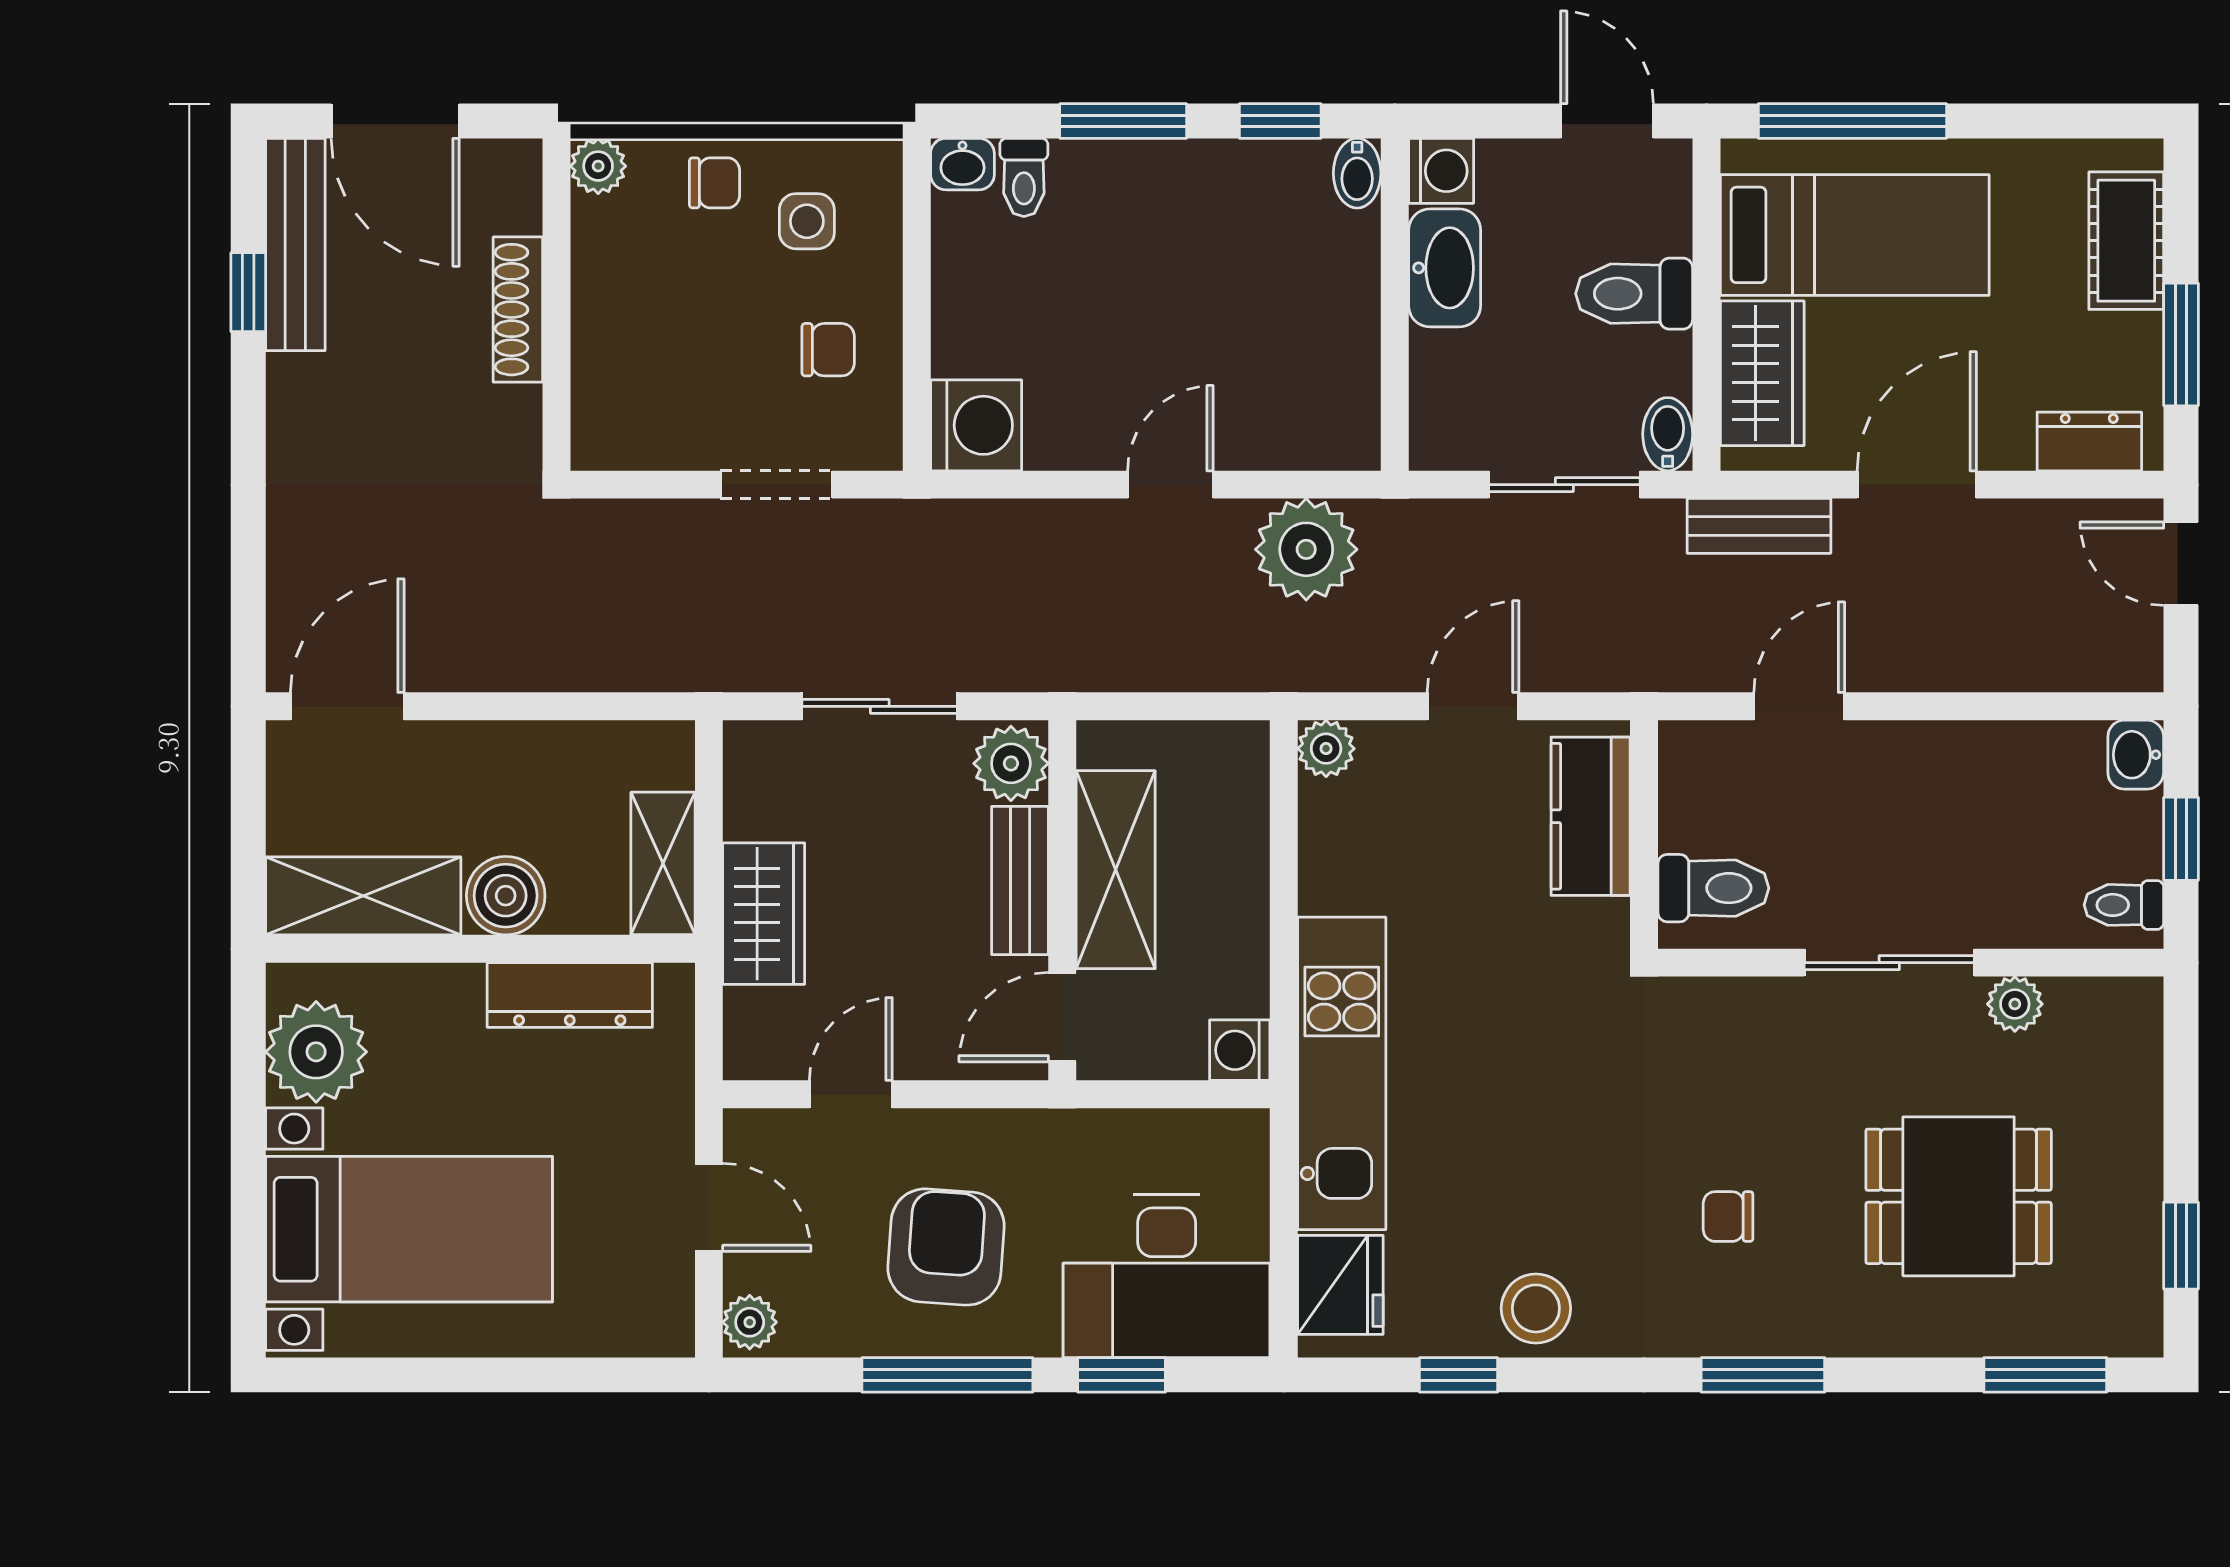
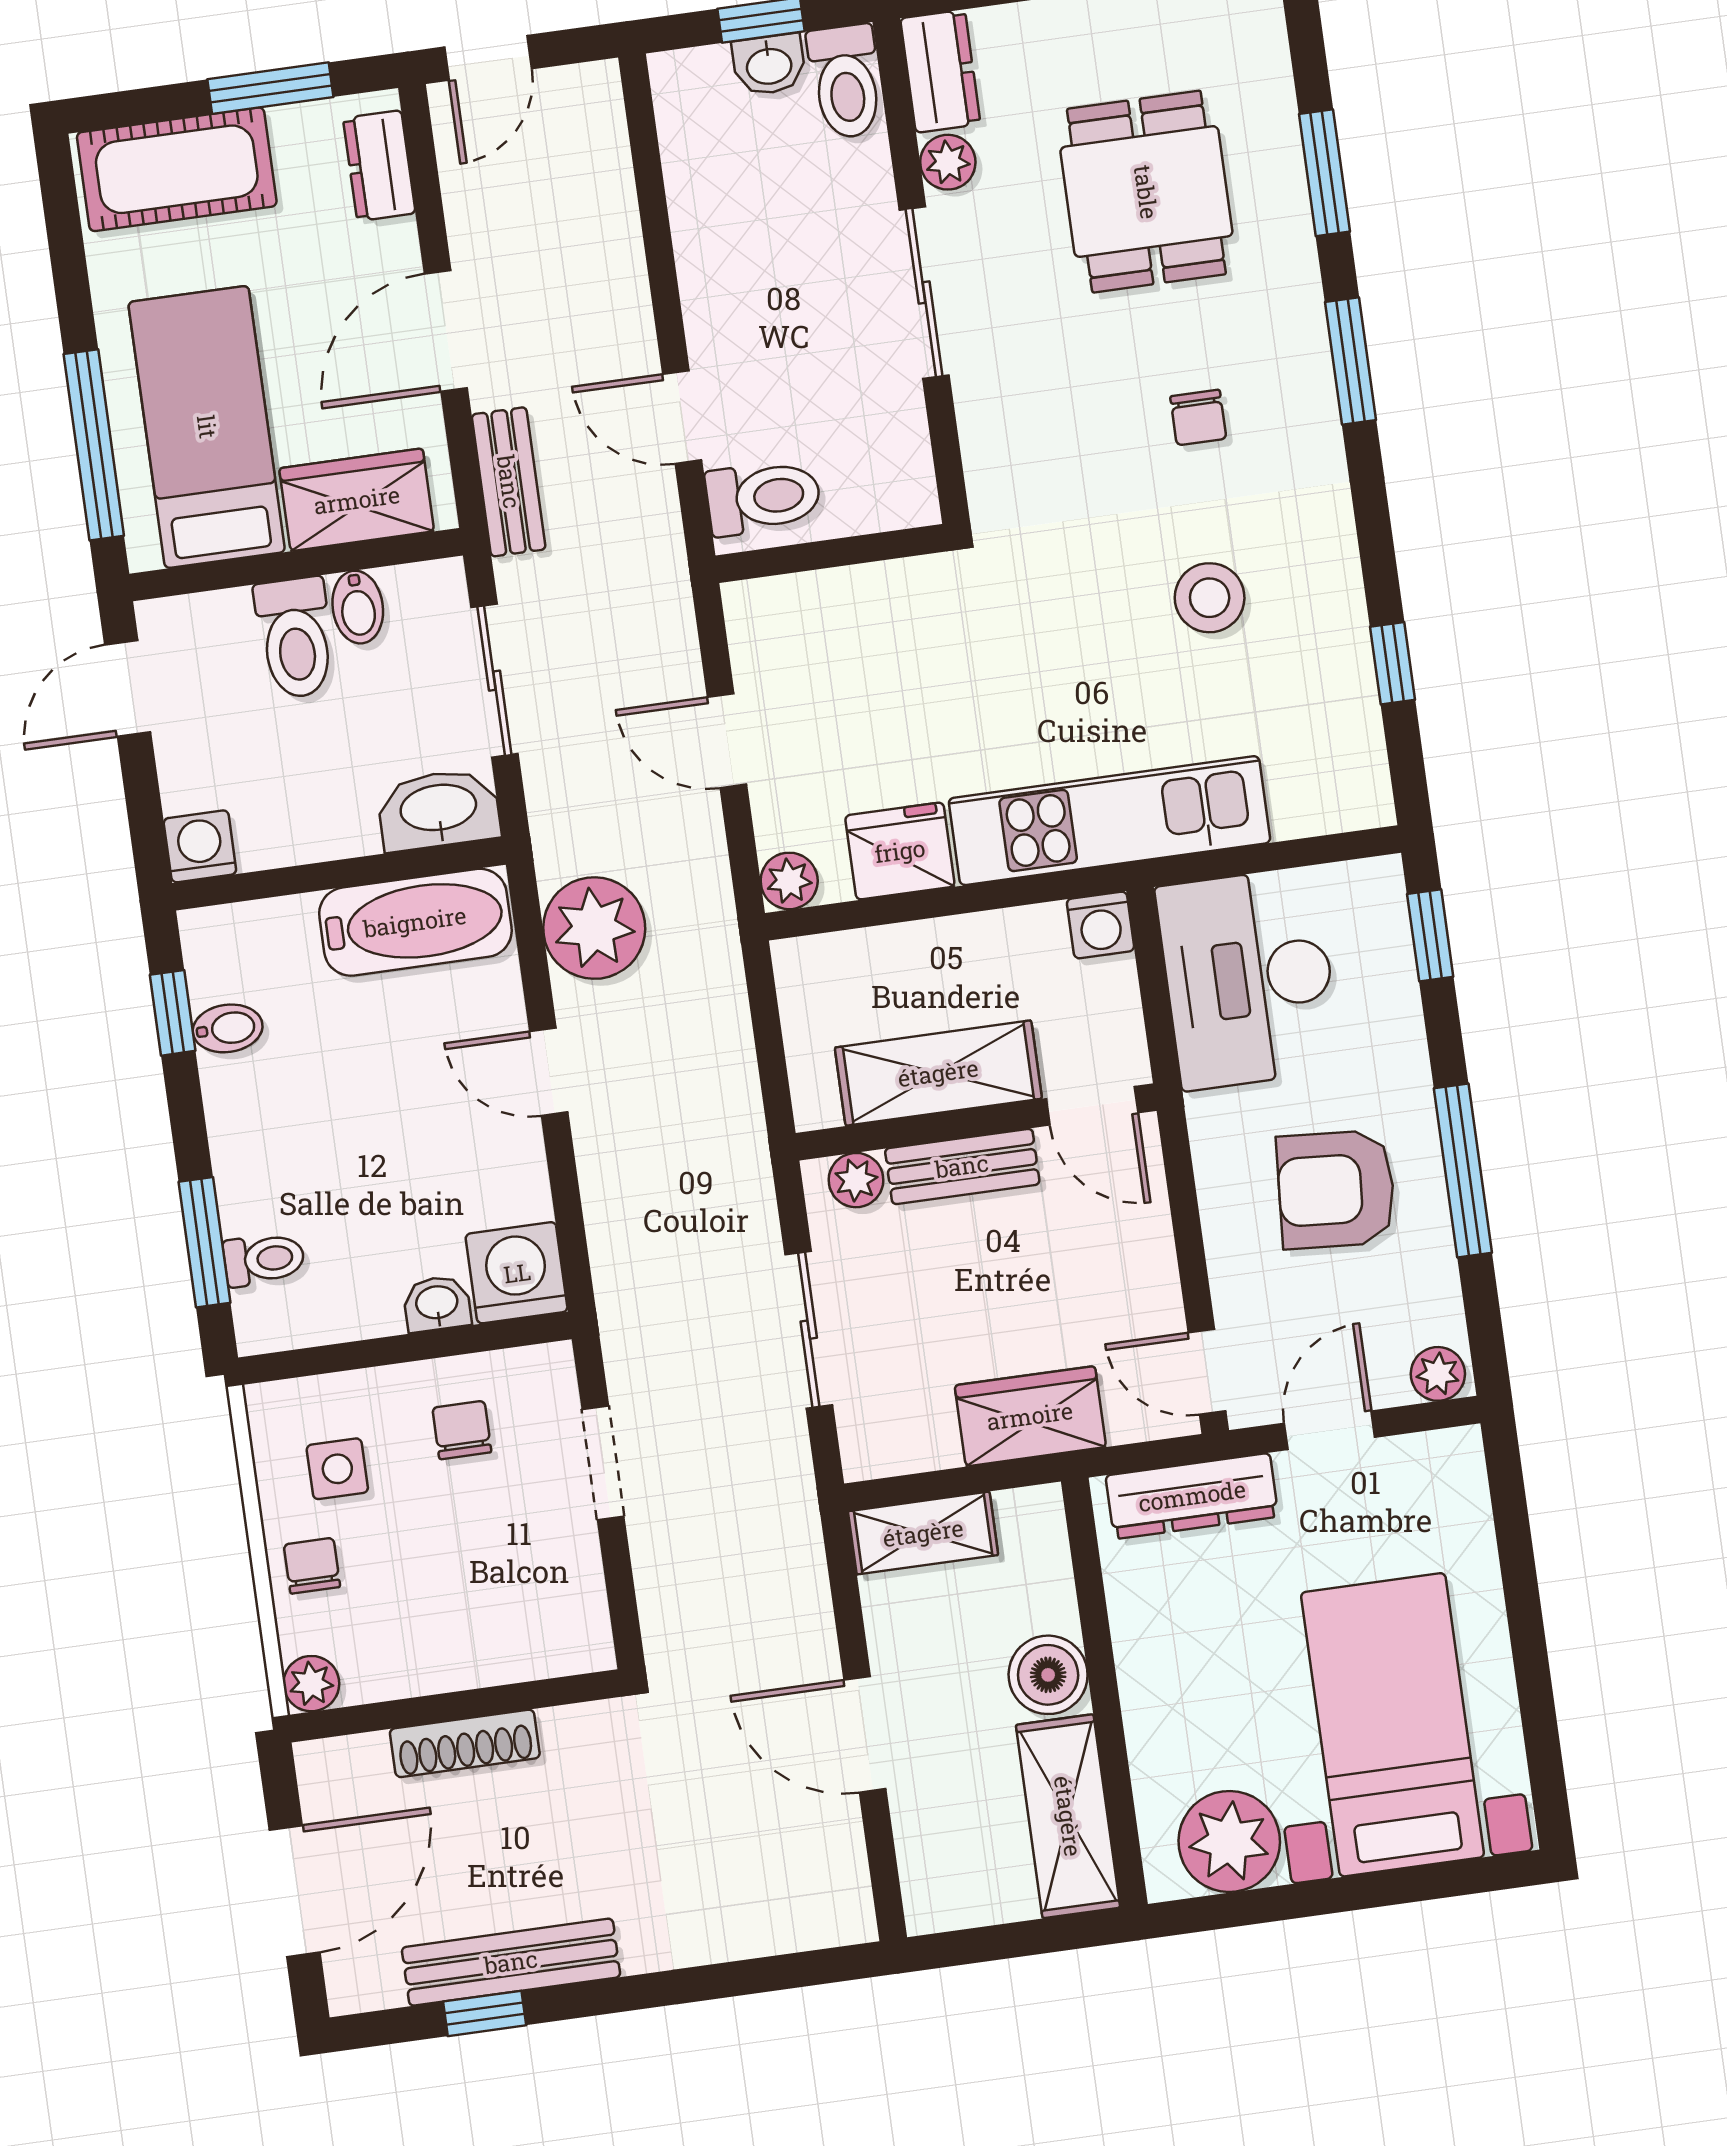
window: (1123, 121) -> (204, 1242), moved
washbasin: (962, 164) -> (437, 1304), moved, turned -90
bidet: (1357, 173) -> (228, 1028), moved
cot: (2126, 241) -> (177, 169), width x1.37, depth x1.34
bench: (295, 245) -> (511, 1962), moved
washbasin: (1445, 268) -> (439, 810), moved
bathtub: (1336, 373) -> (415, 922), added
bidet: (1668, 434) -> (358, 607), moved, turned -90
door: (1917, 485) -> (446, 331), hinge flipped
door: (347, 706) -> (865, 1734), moved
washbasin: (2136, 755) -> (769, 65), moved
plant: (1011, 763) -> (856, 1180), width x0.73, depth x0.73
kitchen counter: (1591, 816) -> (820, 609), removed
shelving: (663, 863) -> (923, 1533), moved
toilet: (1713, 888) -> (763, 497), moved, turned 90
toilet: (2124, 905) -> (846, 82), width x1.37, depth x1.39
dresser: (570, 995) -> (1192, 1496), moved, turned 90
dresser: (2106, 1009) -> (940, 71), added
door: (851, 1094) -> (1207, 1372), moved
desk: (1167, 1276) -> (1249, 978), moved, turned 180
fridge: (1340, 1285) -> (900, 851), moved
stool: (1536, 1308) -> (1210, 598), moved
window: (1122, 1375) -> (1430, 935), moved
window: (2045, 1375) -> (1324, 173), moved

